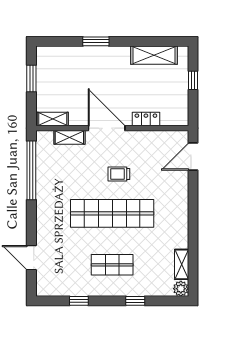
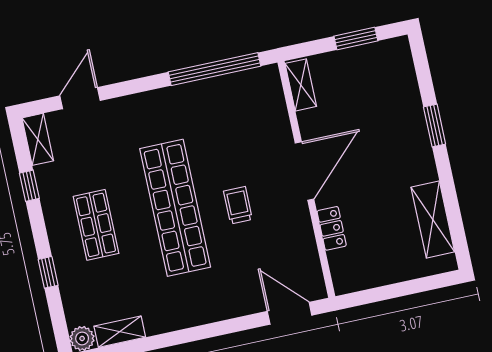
window: (193, 80) -> (407, 288), removed
shelving: (69, 137) -> (38, 139), moved

